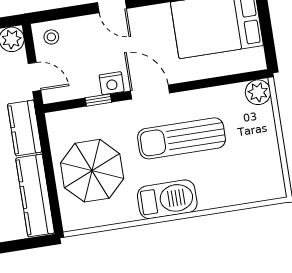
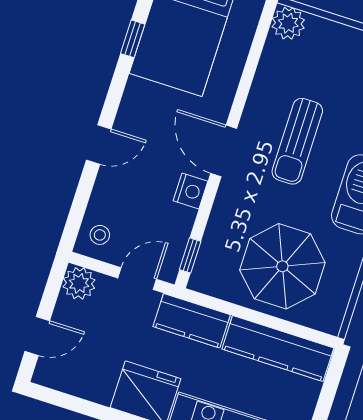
door: (150, 92) -> (224, 151), hinge flipped
window: (98, 100) -> (190, 255), moved
sun lounger: (182, 138) -> (297, 141), width x0.73, depth x0.75

